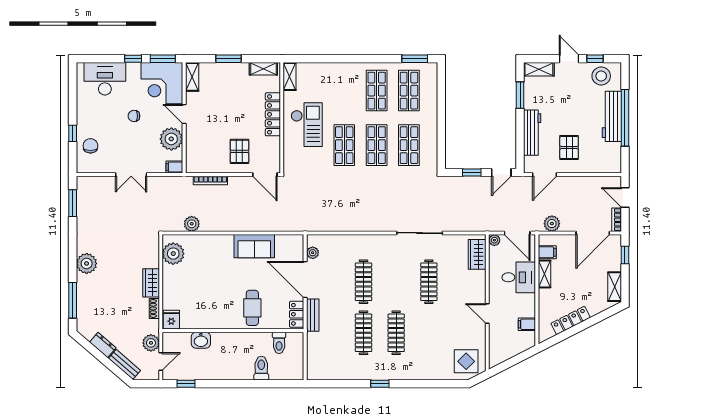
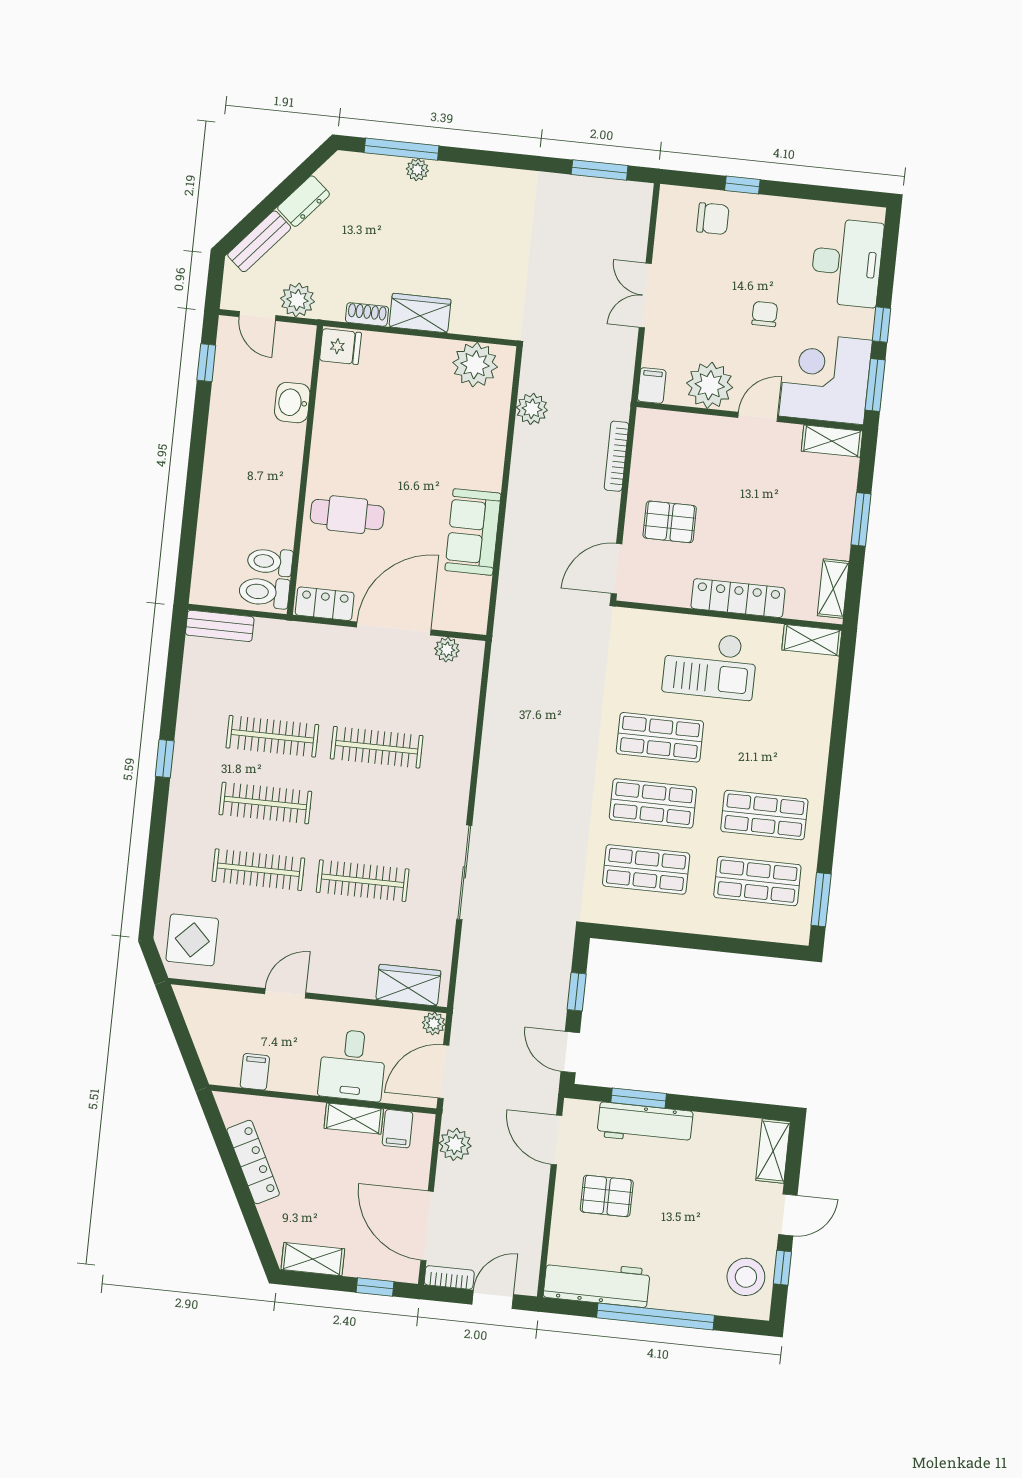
window: (520, 95) -> (639, 1098), moved
workbench: (612, 116) -> (597, 1283), moved
plant: (87, 263) -> (417, 170), moved, width x0.53, depth x0.53
bench: (313, 315) -> (220, 626), moved
clothes rail: (429, 333) -> (258, 870), added
toilet: (261, 368) -> (264, 592), moved, turned 180

